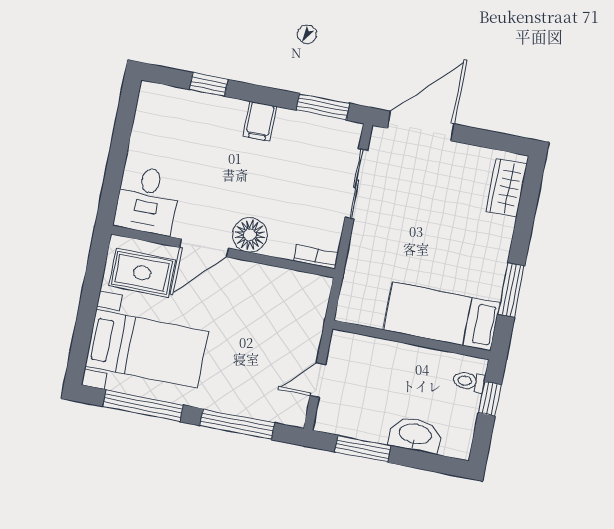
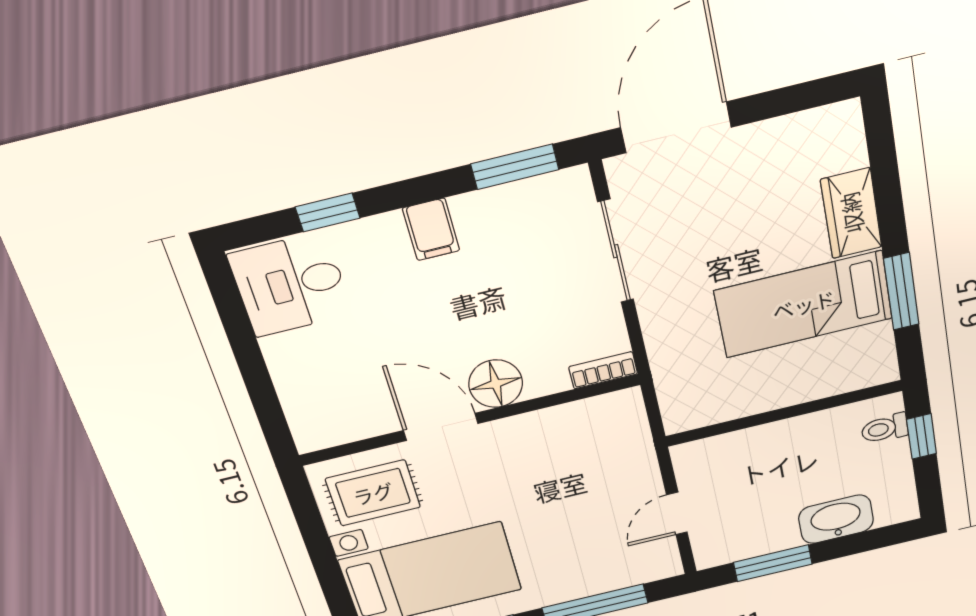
wardrobe: (507, 187) -> (851, 213), moved
desk: (147, 200) -> (290, 285), moved, turned 90
door: (204, 248) -> (441, 427), swing flipped
bed: (442, 316) -> (804, 304), moved

